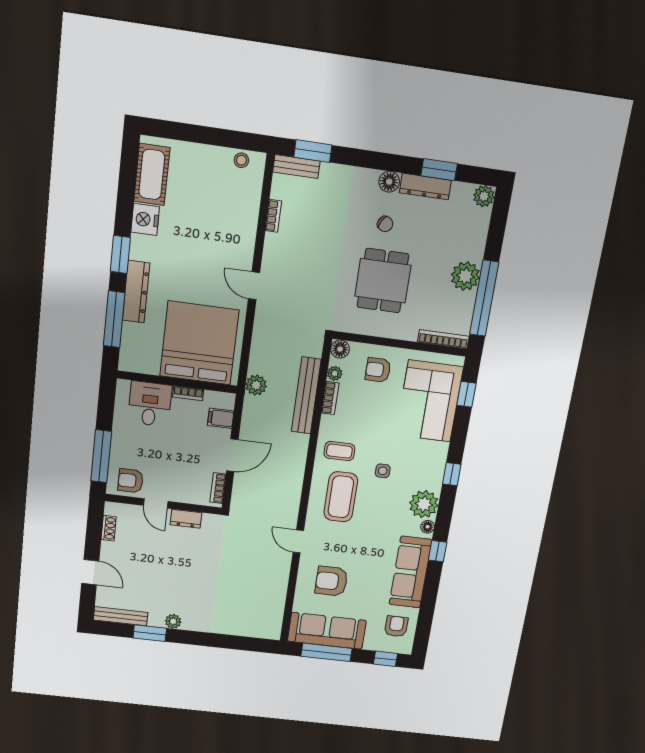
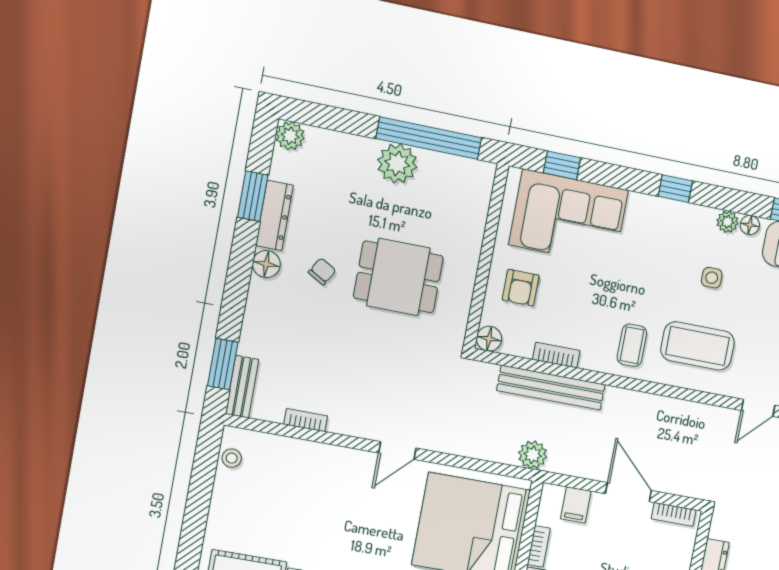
bookcase: (443, 339) -> (483, 196), removed
plant: (335, 373) -> (522, 347), removed
side table: (383, 471) -> (712, 278), moved
plant: (424, 504) -> (727, 222), width x0.53, depth x0.53

